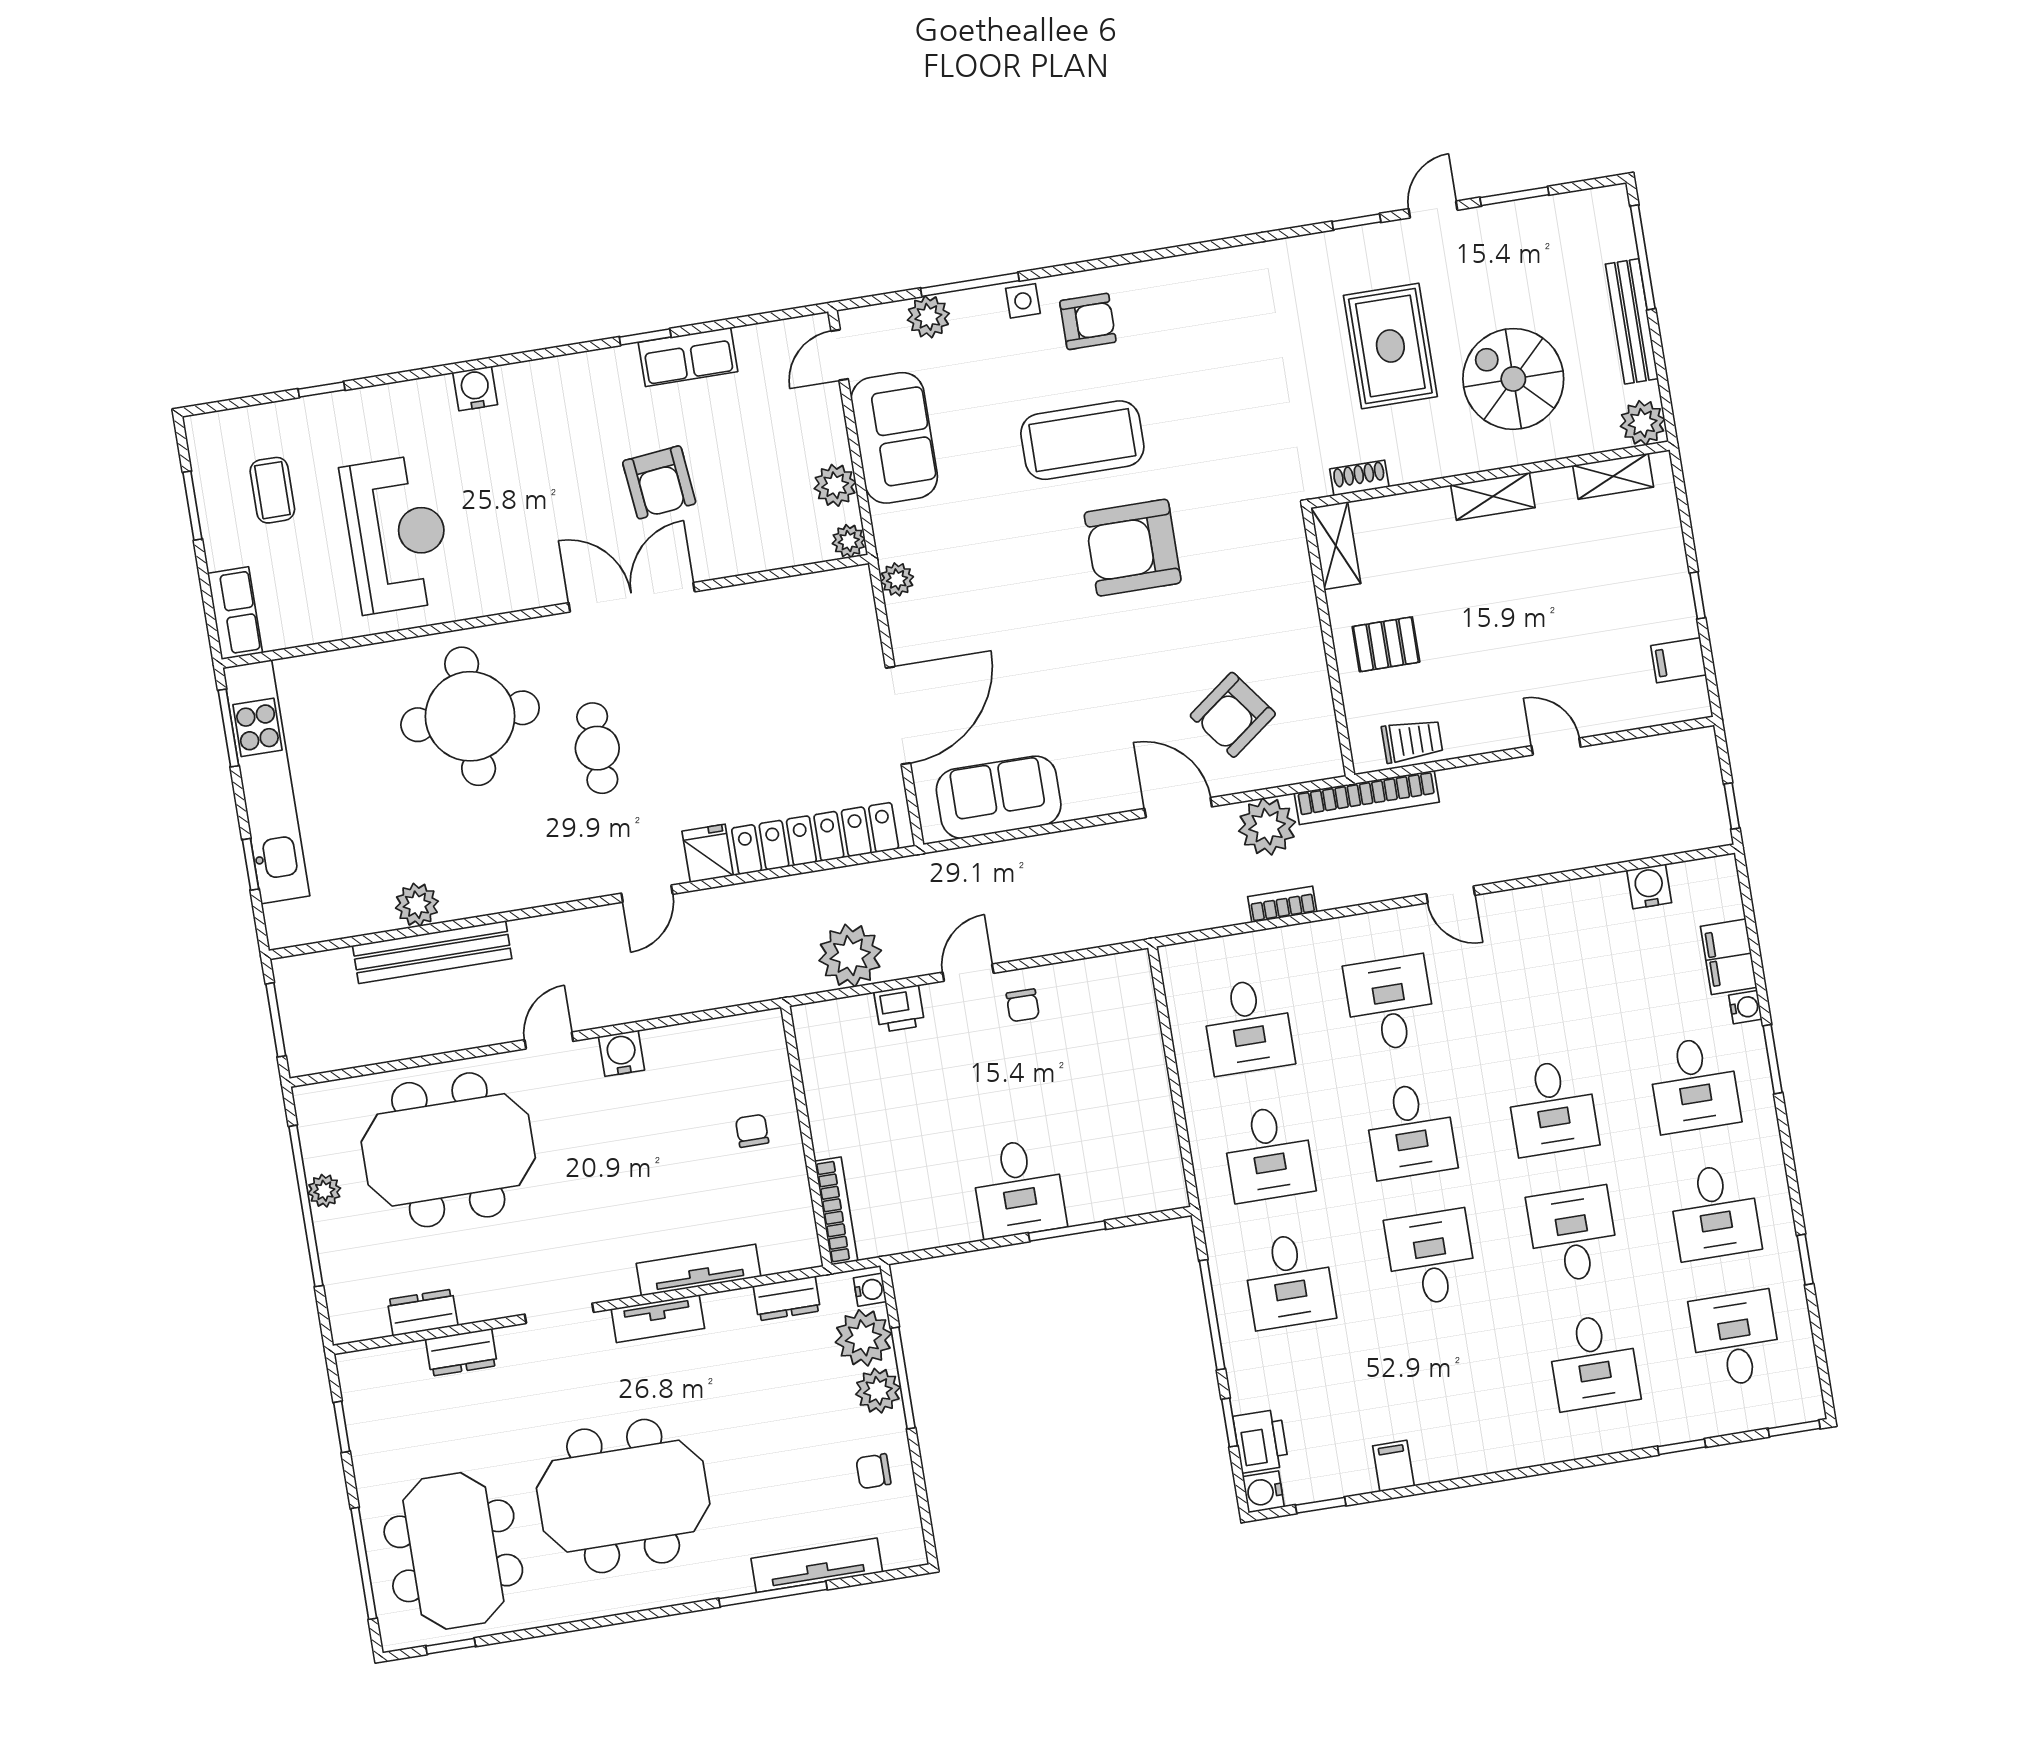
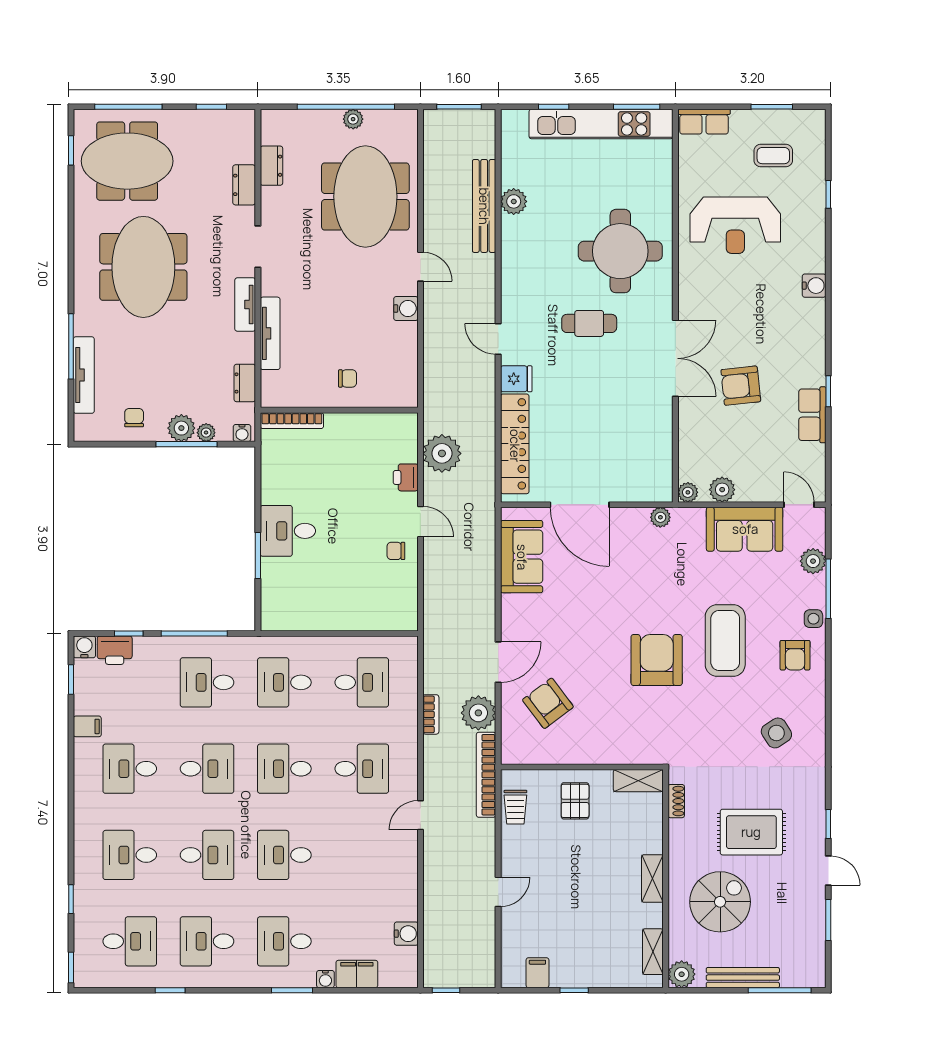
side table: (1221, 331) -> (776, 733), added
desk: (1248, 1026) -> (362, 682), turned 180
plant: (863, 1338) -> (206, 433), width x0.53, depth x0.53
desk: (1452, 1385) -> (130, 769), added

